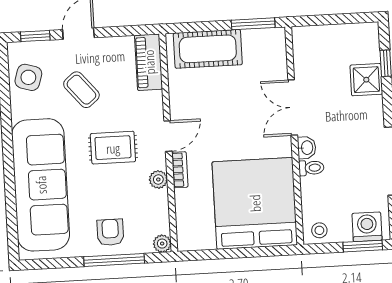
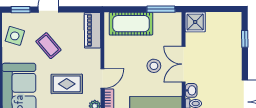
shower: (366, 80) -> (195, 22), moved
stool: (247, 112) -> (154, 66), added

